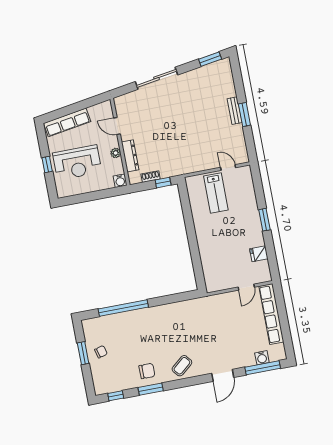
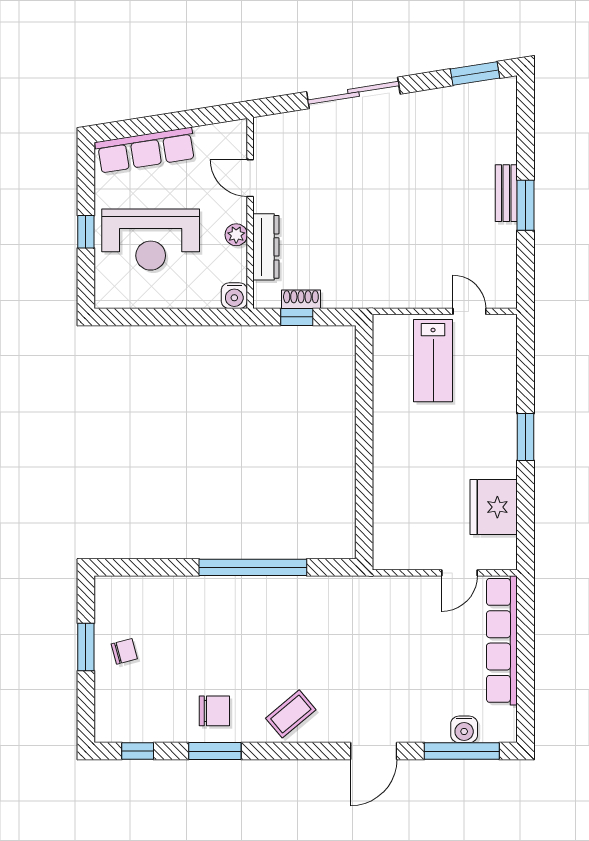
window: (163, 183) -> (297, 317), moved
fridge: (259, 254) -> (494, 507), width x1.88, depth x1.34
window: (123, 308) -> (253, 567), moved

